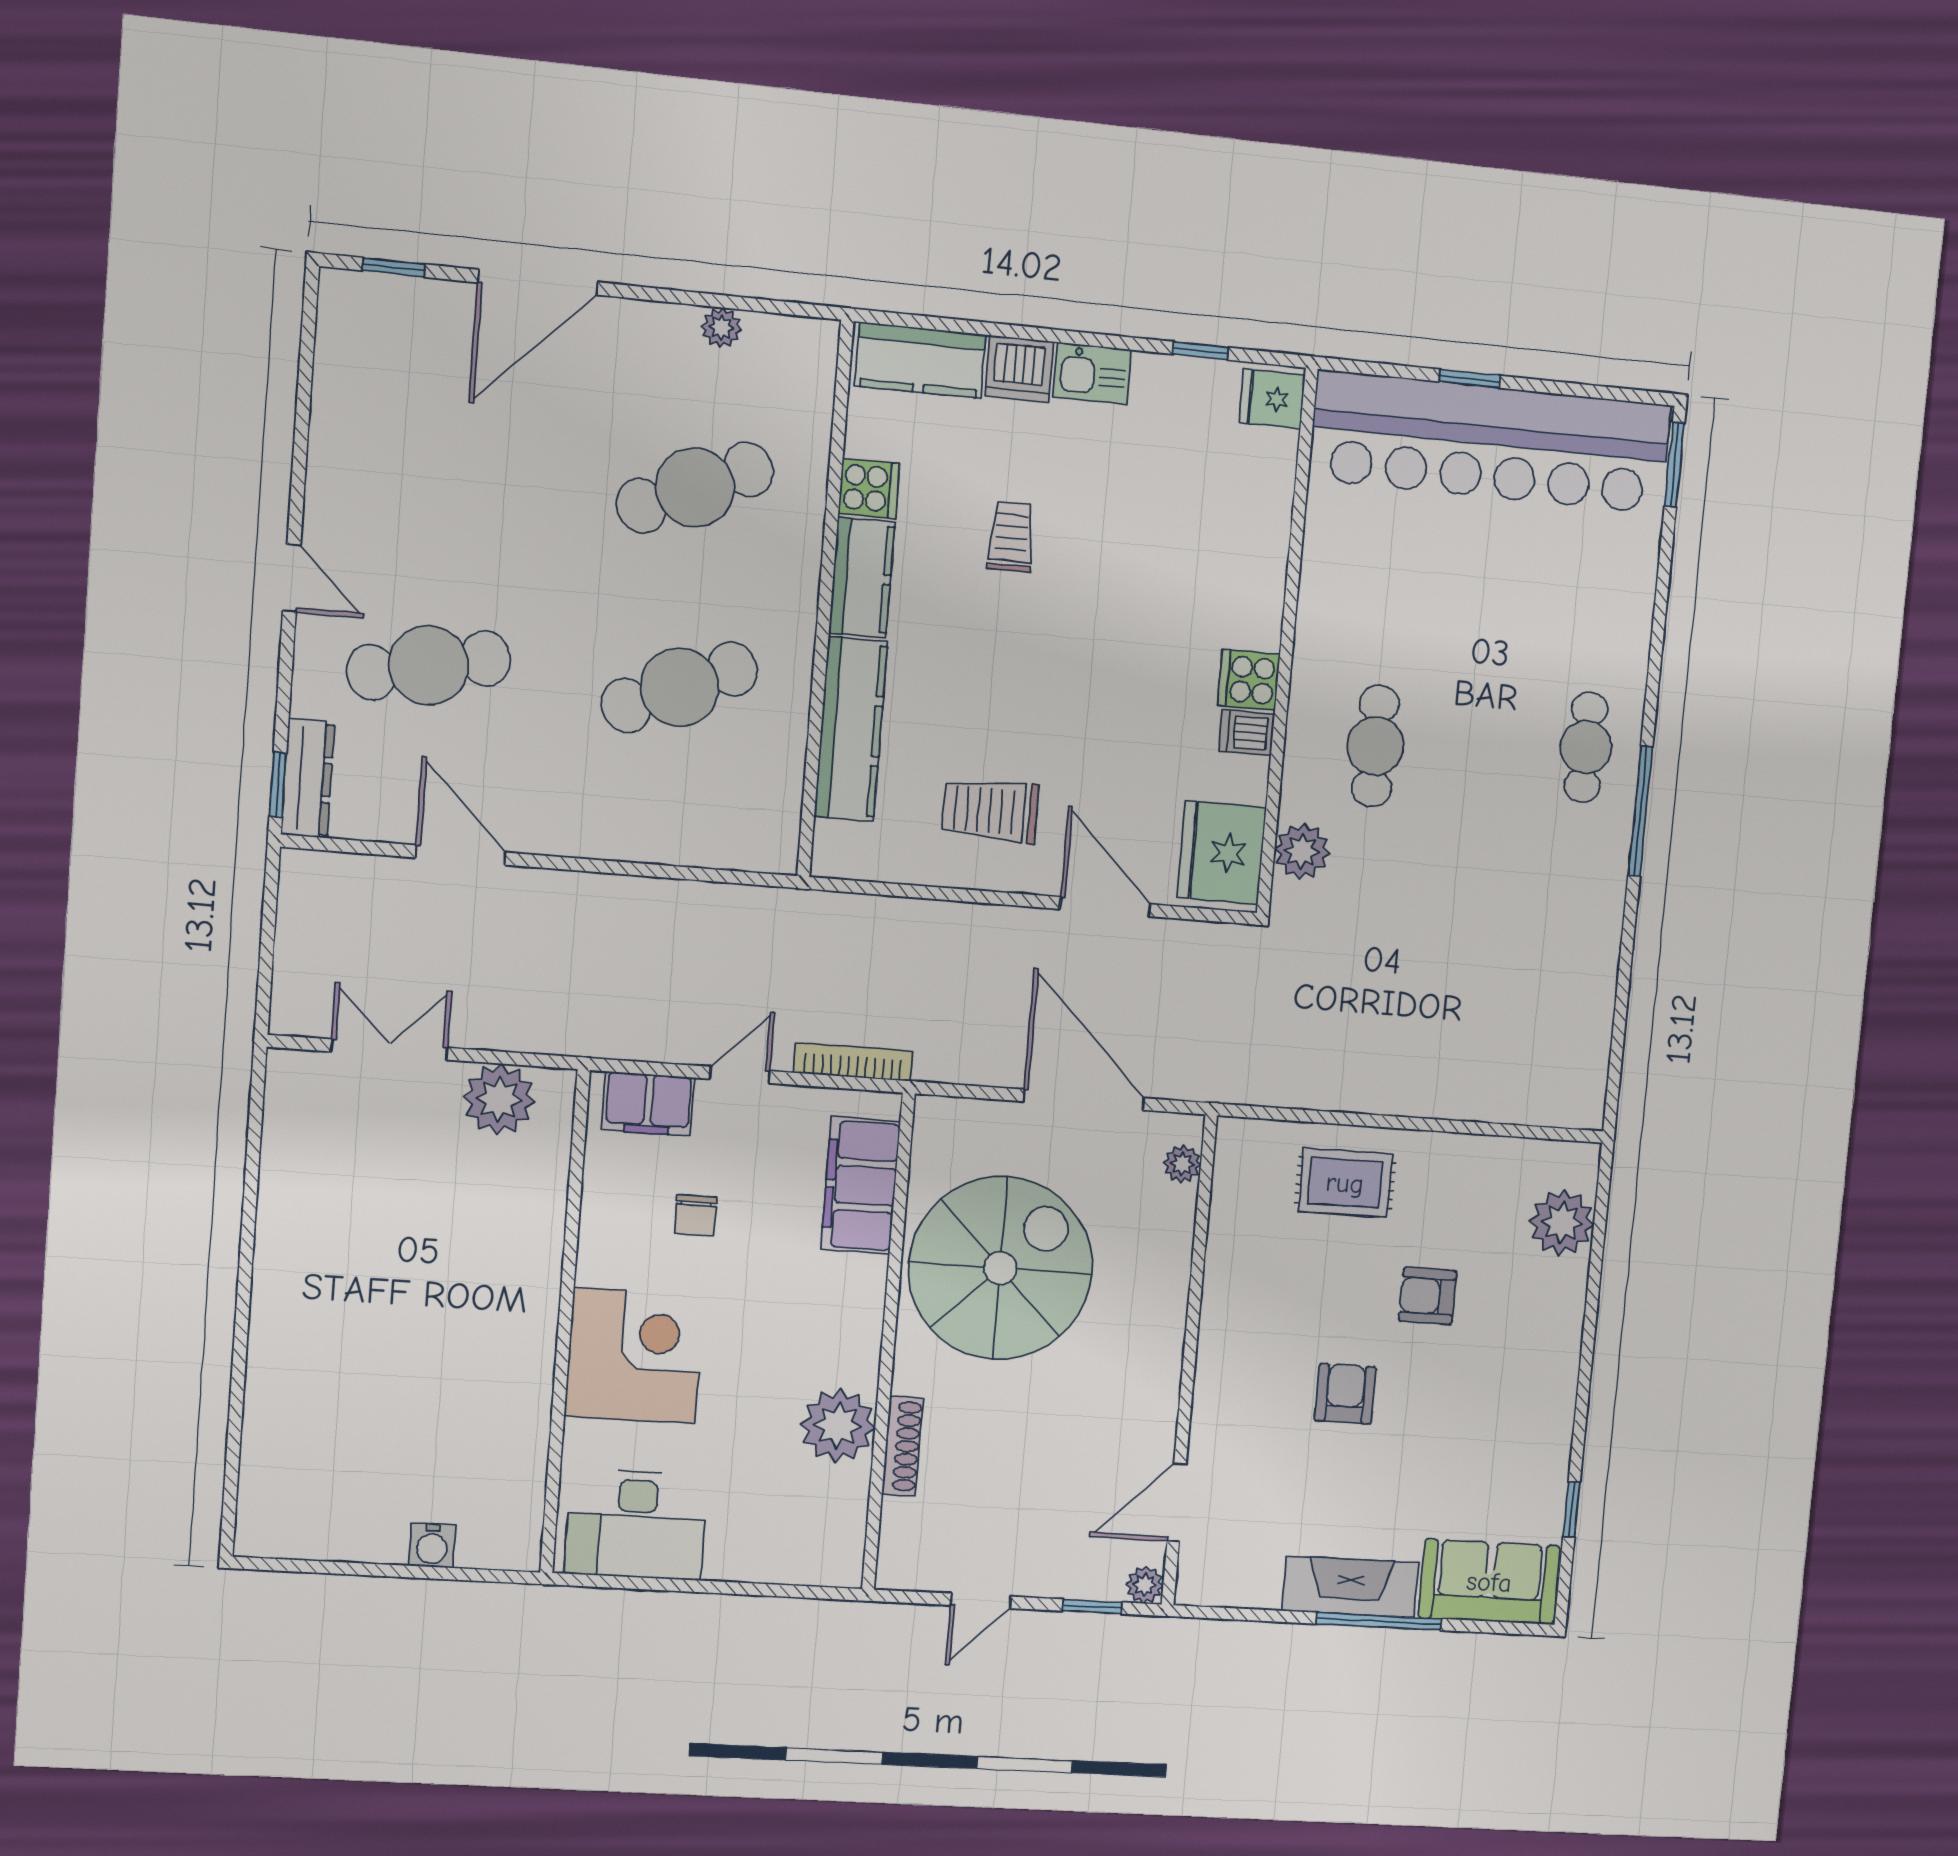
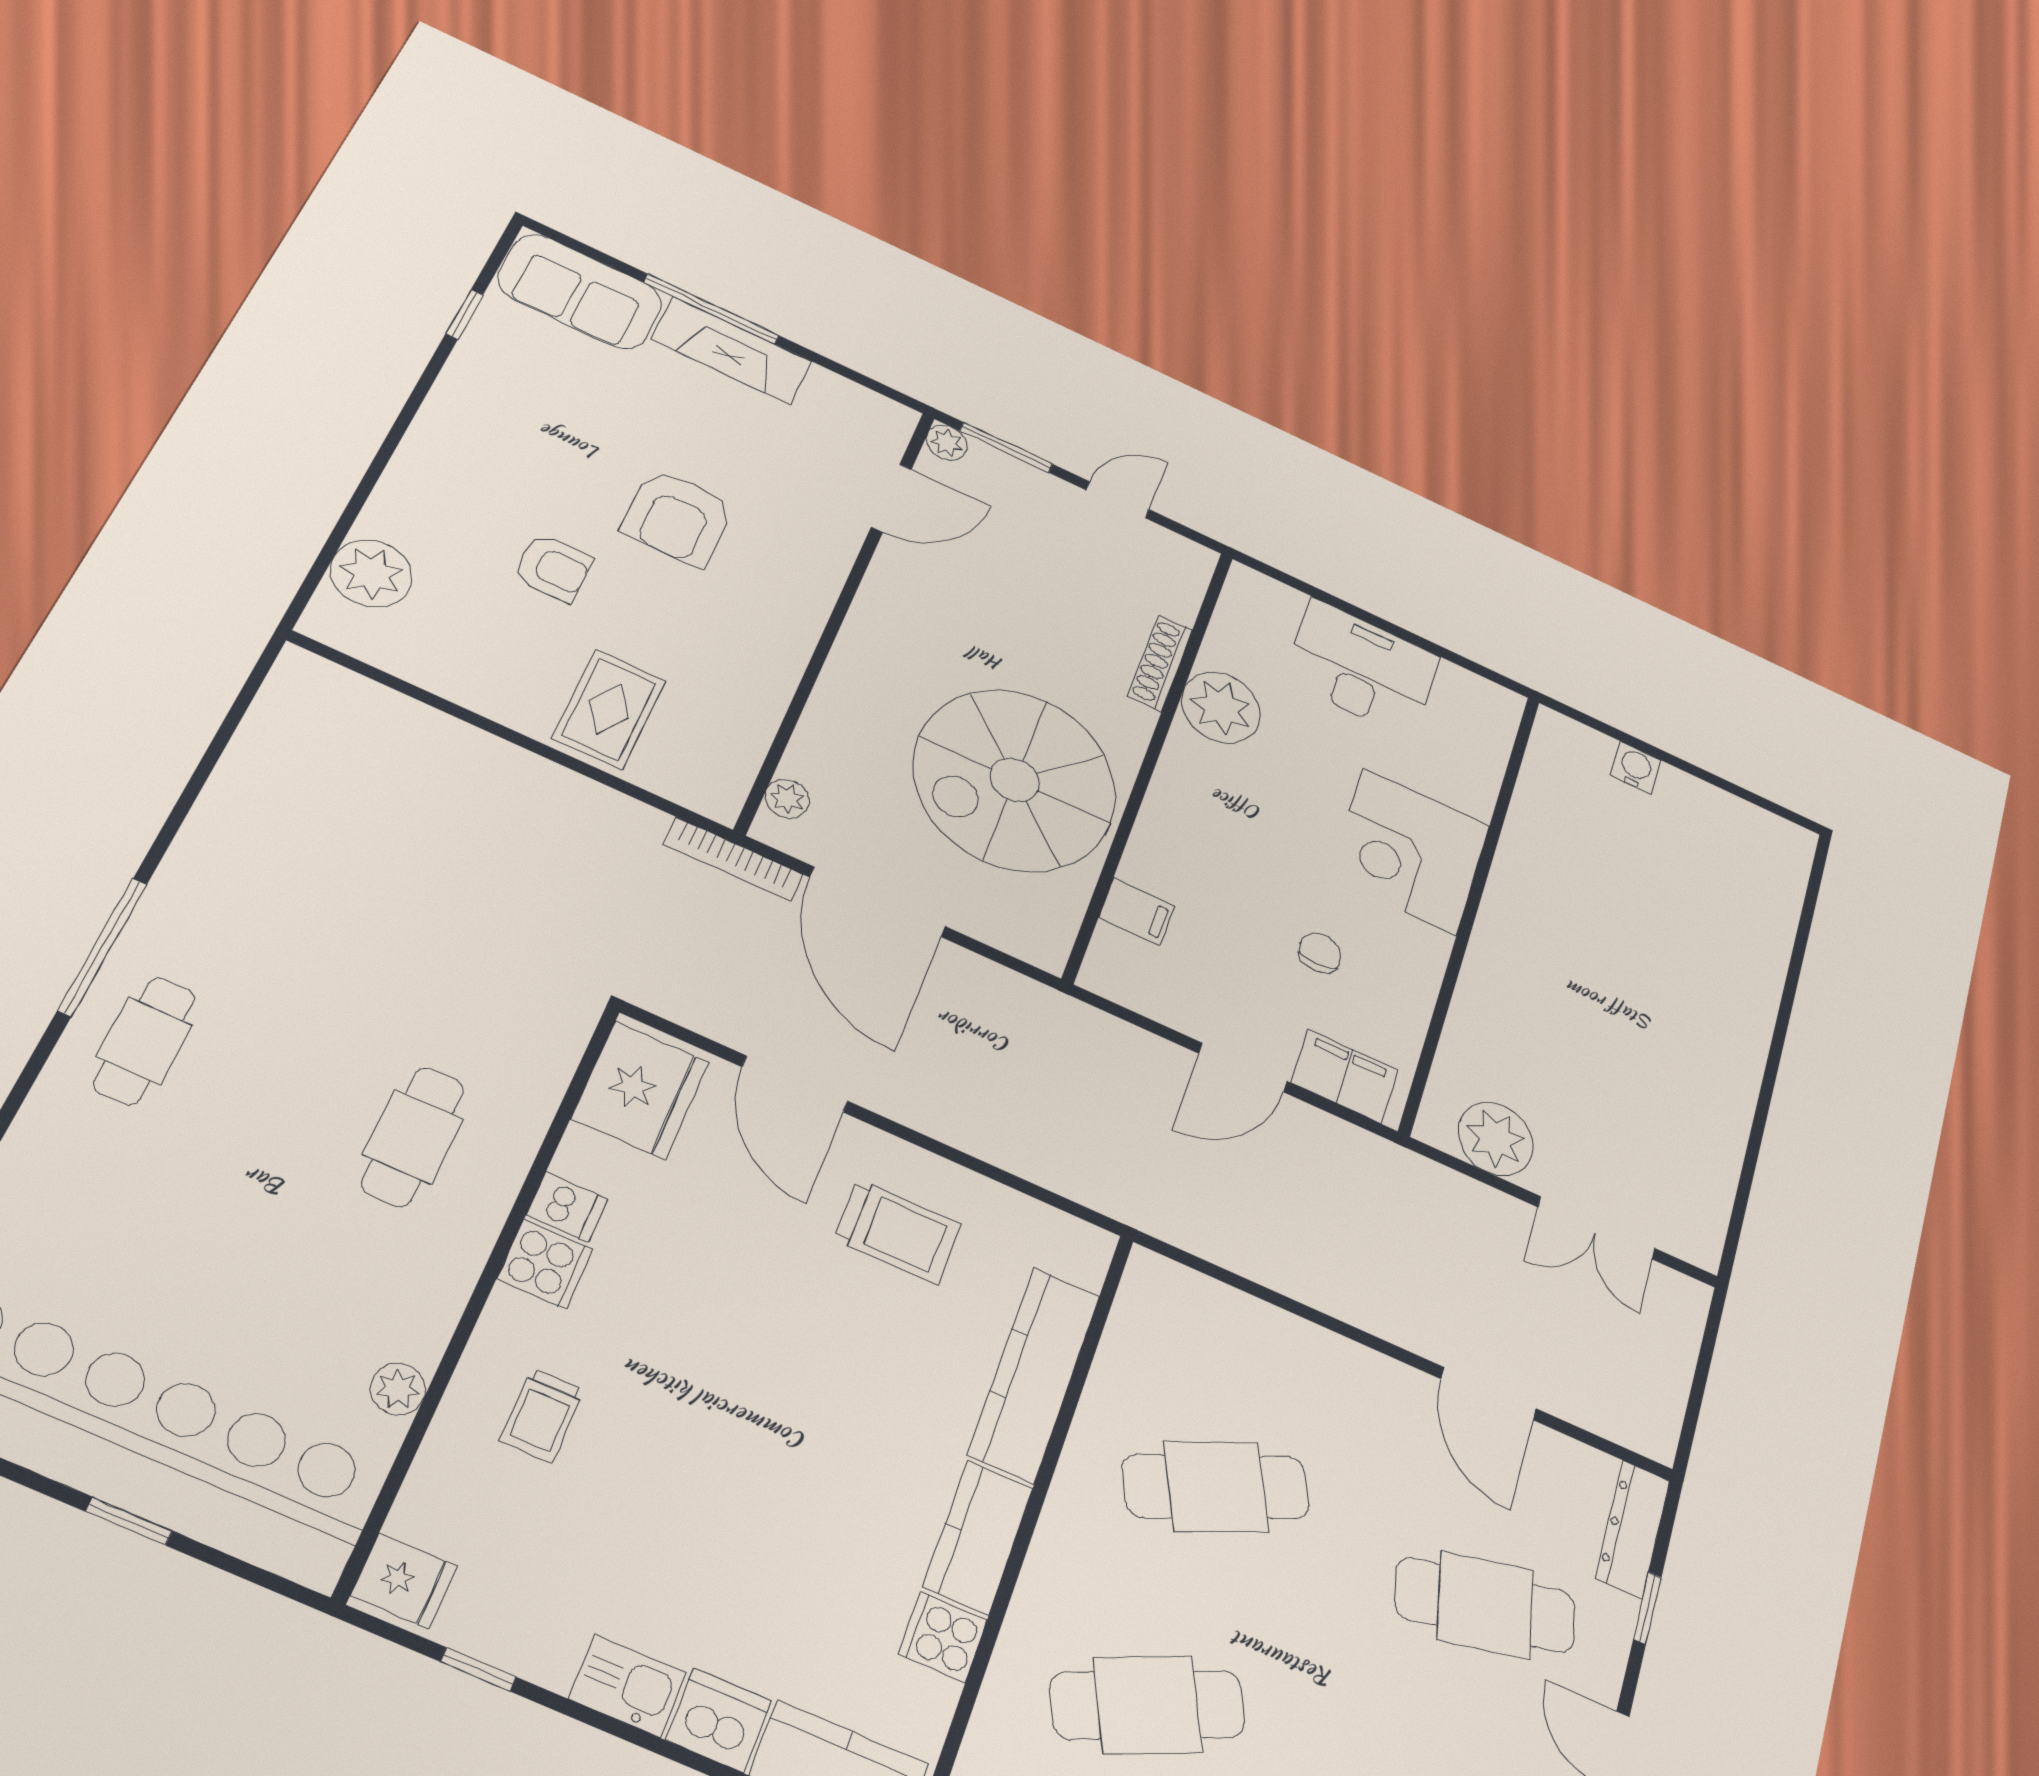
trolley: (1011, 537) -> (542, 1415), moved
window: (278, 785) -> (1647, 1608), moved
plant: (1302, 851) -> (398, 1389), moved, width x0.73, depth x0.73
bookcase: (853, 1062) -> (733, 859), moved
door: (740, 1075) -> (1243, 1067), width x1.38
rug: (1345, 1183) -> (609, 709), turned 90
filing cabinet: (861, 1185) -> (1137, 912), width x0.33, depth x0.86
armchair: (1345, 1394) -> (678, 517), width x1.38, depth x1.38
desk: (636, 1525) -> (1362, 668), moved
window: (1092, 1607) -> (1006, 447), width x1.50

